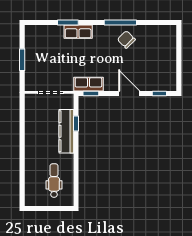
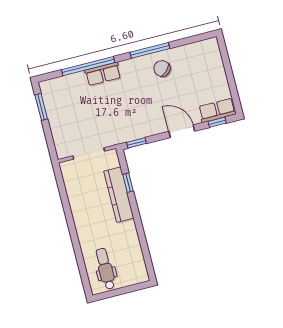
window: (68, 23) -> (88, 66), width x2.11
window: (22, 60) -> (41, 107), moved
row of seats: (88, 84) -> (217, 110), moved
dental chair: (54, 181) -> (105, 269), moved

